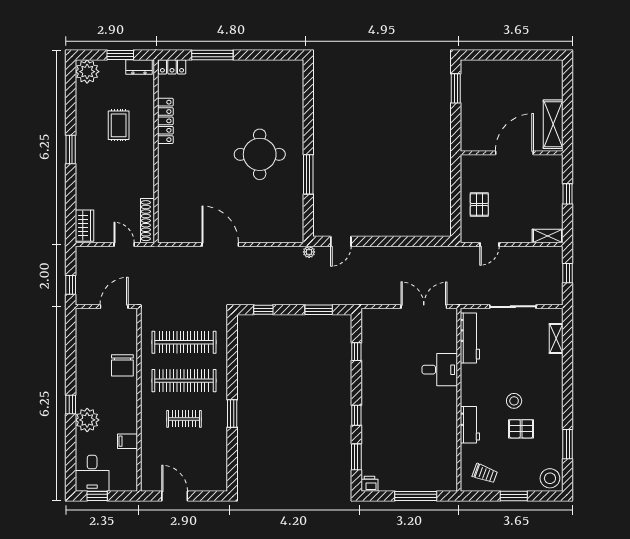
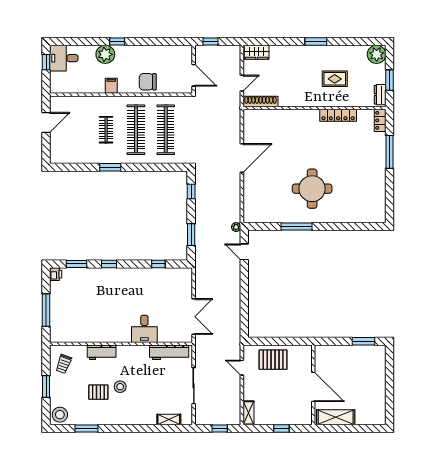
pallet: (479, 205) -> (273, 360), width x1.50, depth x1.42
pallet: (521, 429) -> (98, 392), turned 90
filing cabinet: (127, 441) -> (111, 86), moved

